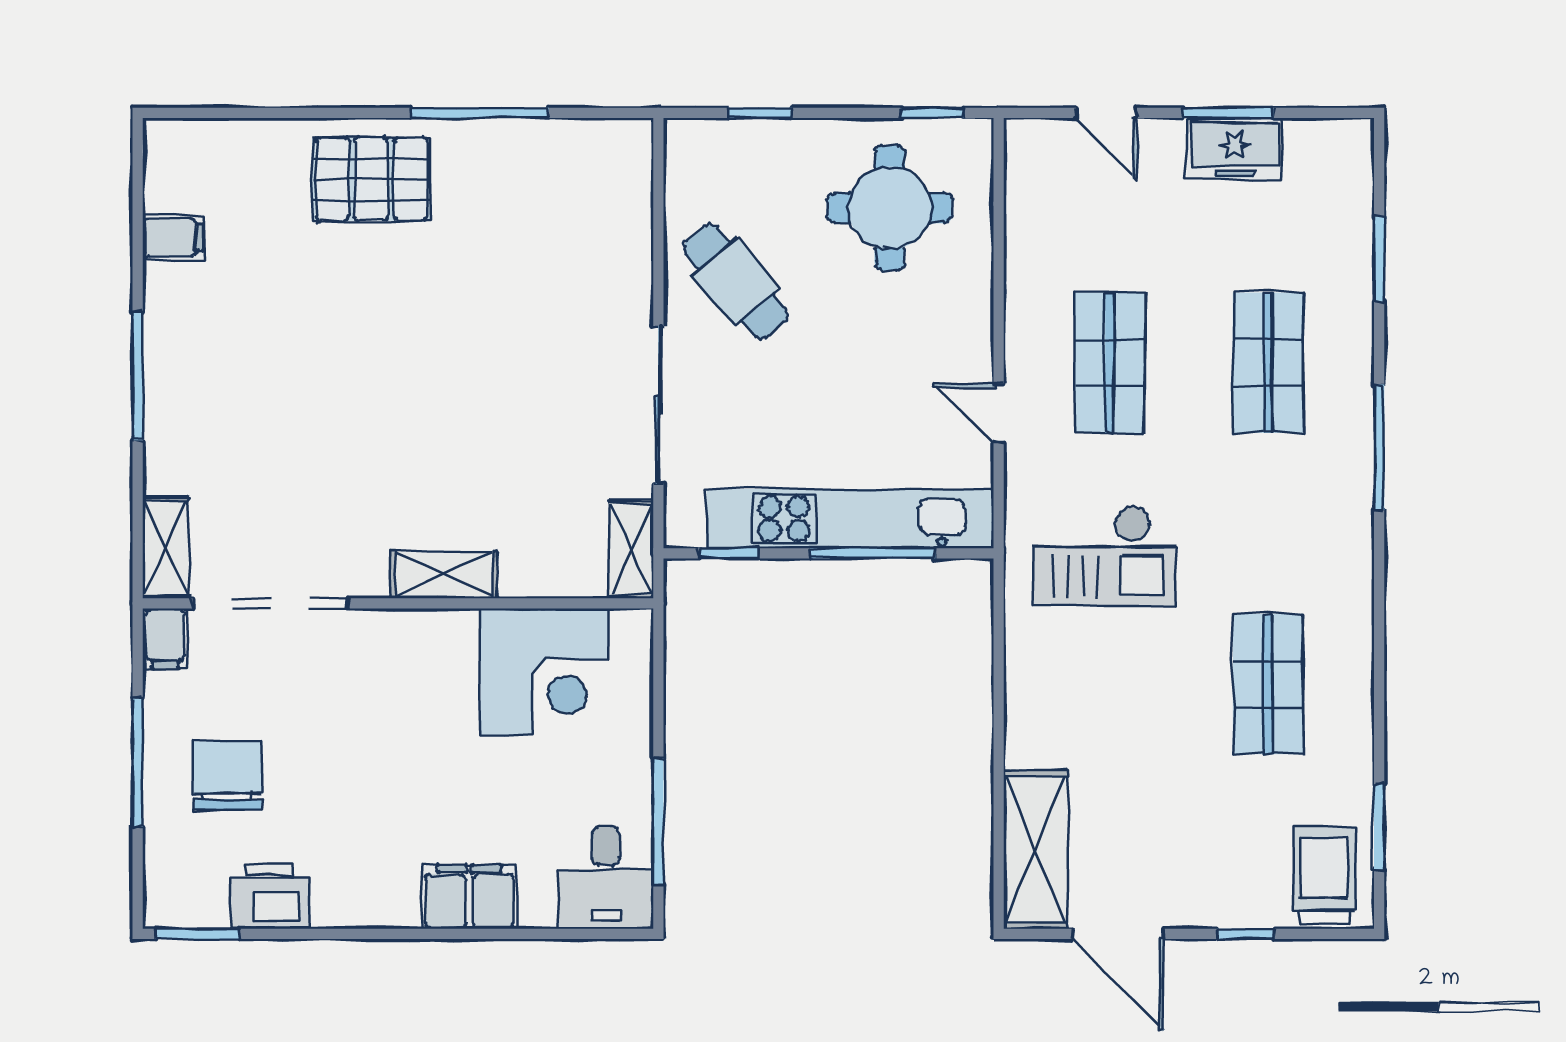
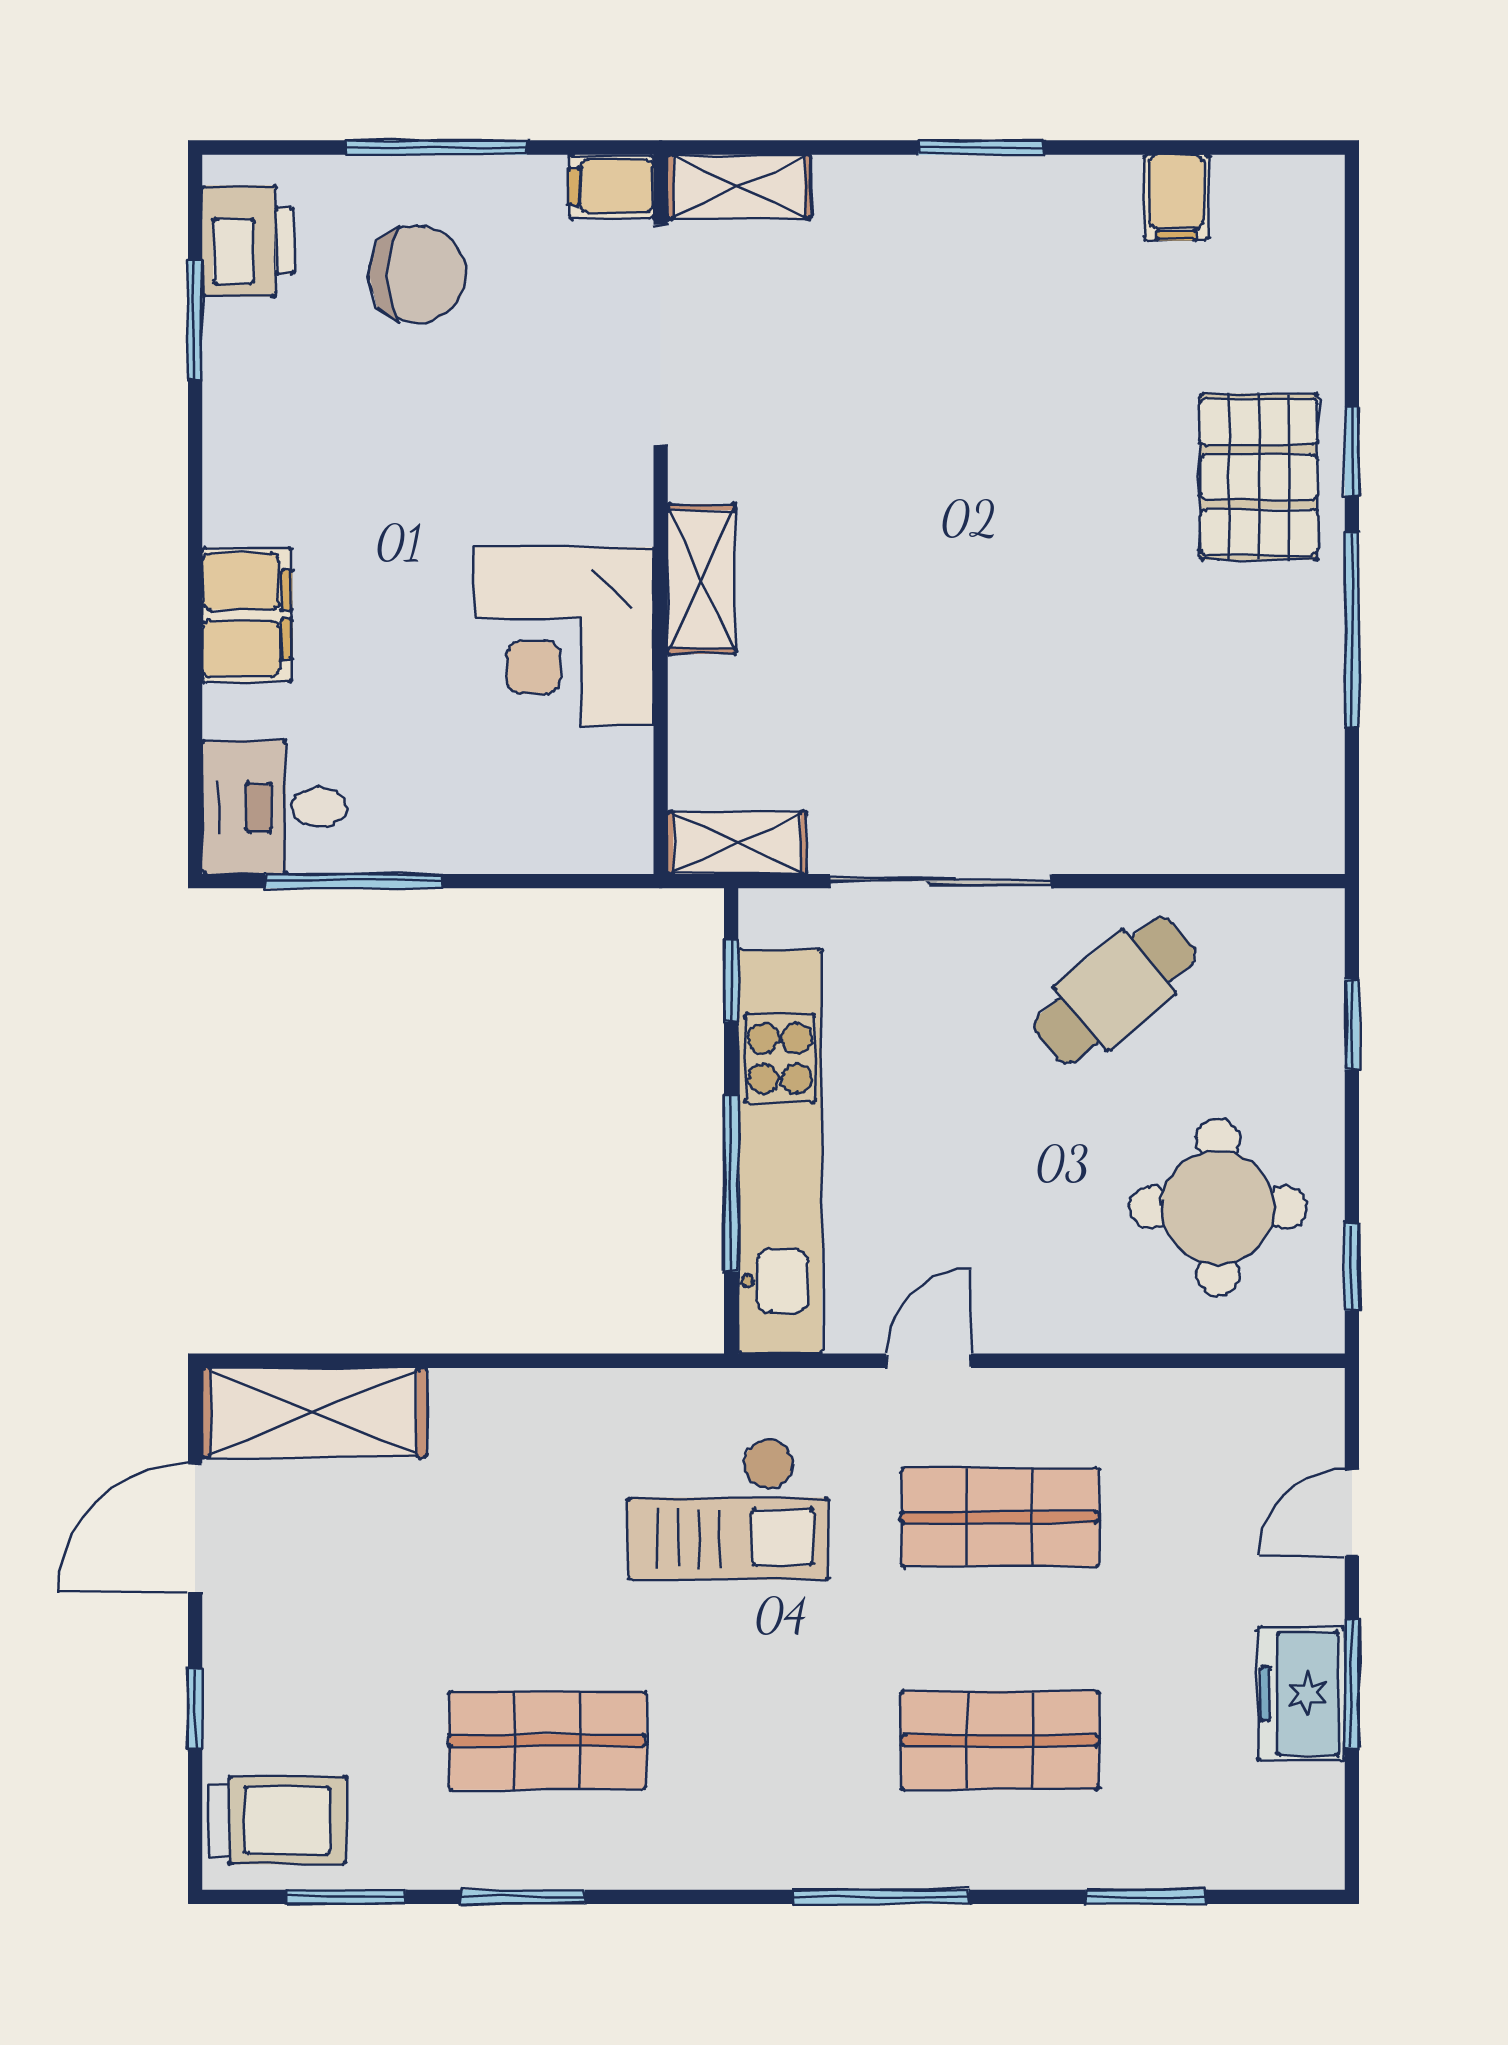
window: (353, 113) -> (1352, 451), added
window: (138, 376) -> (981, 148), width x0.69
checkout: (1104, 555) -> (728, 1509), turned -90
corner desk: (544, 672) -> (564, 636), moved
window: (1379, 701) -> (523, 1897), added
printer: (270, 896) -> (248, 241), moved
window: (197, 934) -> (195, 320), moved

